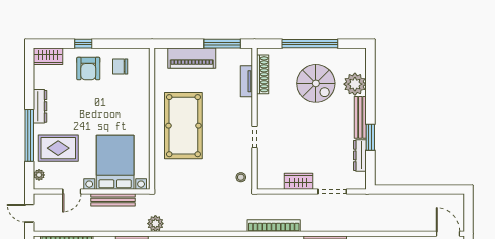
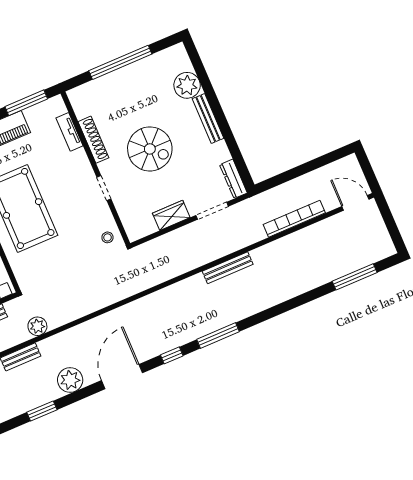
shoe rack: (263, 74) -> (93, 140), moved
spiral stairs: (316, 83) -> (150, 149), moved
window: (370, 137) -> (228, 135), removed
dresser: (360, 155) -> (233, 179), moved
bookcase: (274, 226) -> (294, 219), moved

